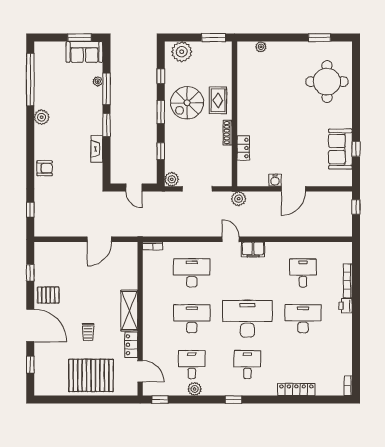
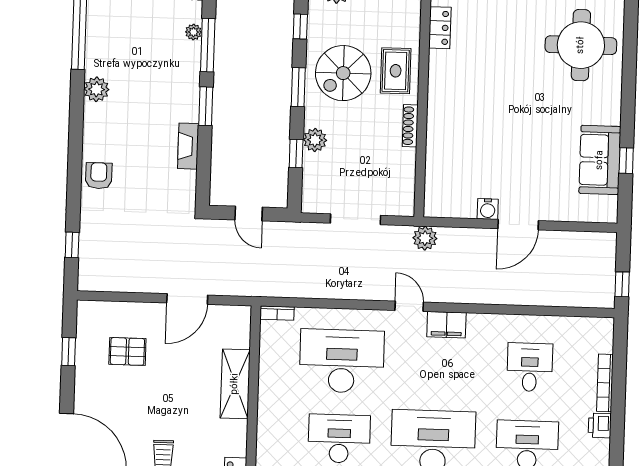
locker: (243, 148) -> (440, 28), moved
armchair: (45, 168) -> (99, 176), turned -90
plant: (172, 179) -> (315, 140), moved
window: (356, 207) -> (622, 284), moved
desk: (192, 273) -> (342, 361), width x1.36, depth x1.30
pallet: (48, 295) -> (127, 351), moved
shelving: (129, 311) -> (235, 384), moved

